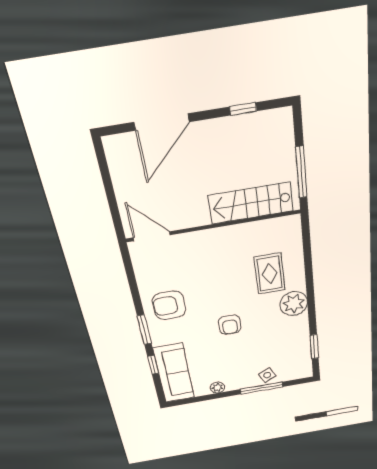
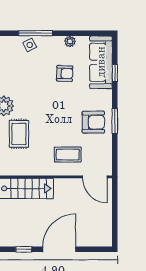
door: (162, 122) -> (59, 249), moved
coffee table: (197, 259) -> (68, 155), added
armchair: (230, 325) -> (65, 73), moved, turned 92
window: (144, 330) -> (115, 121), moved

